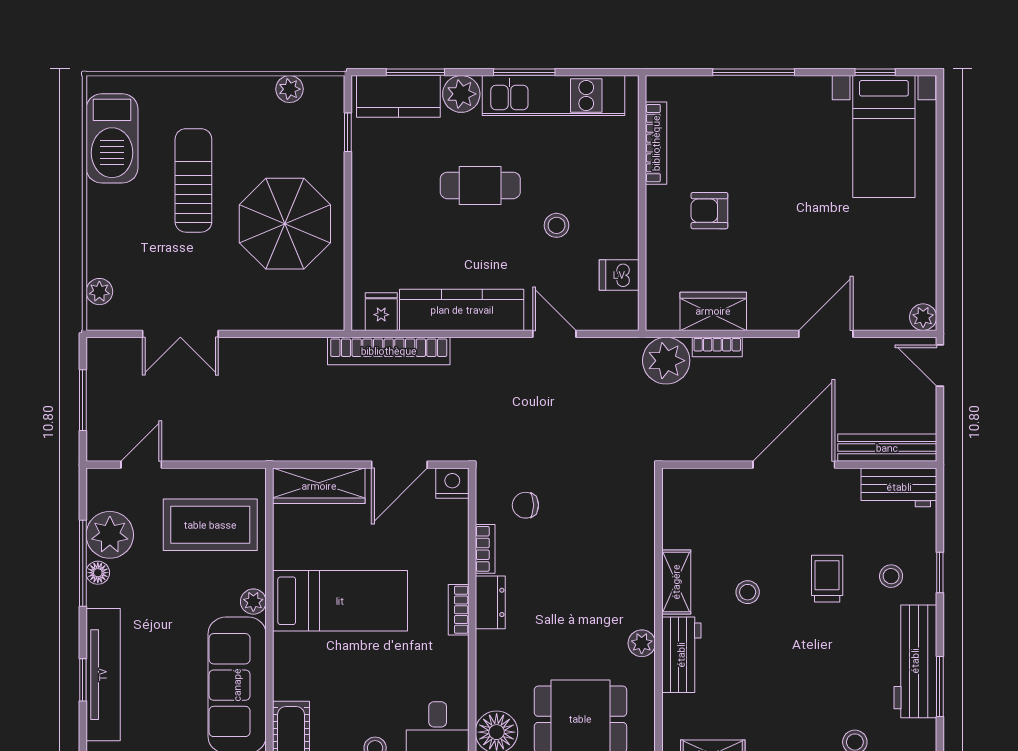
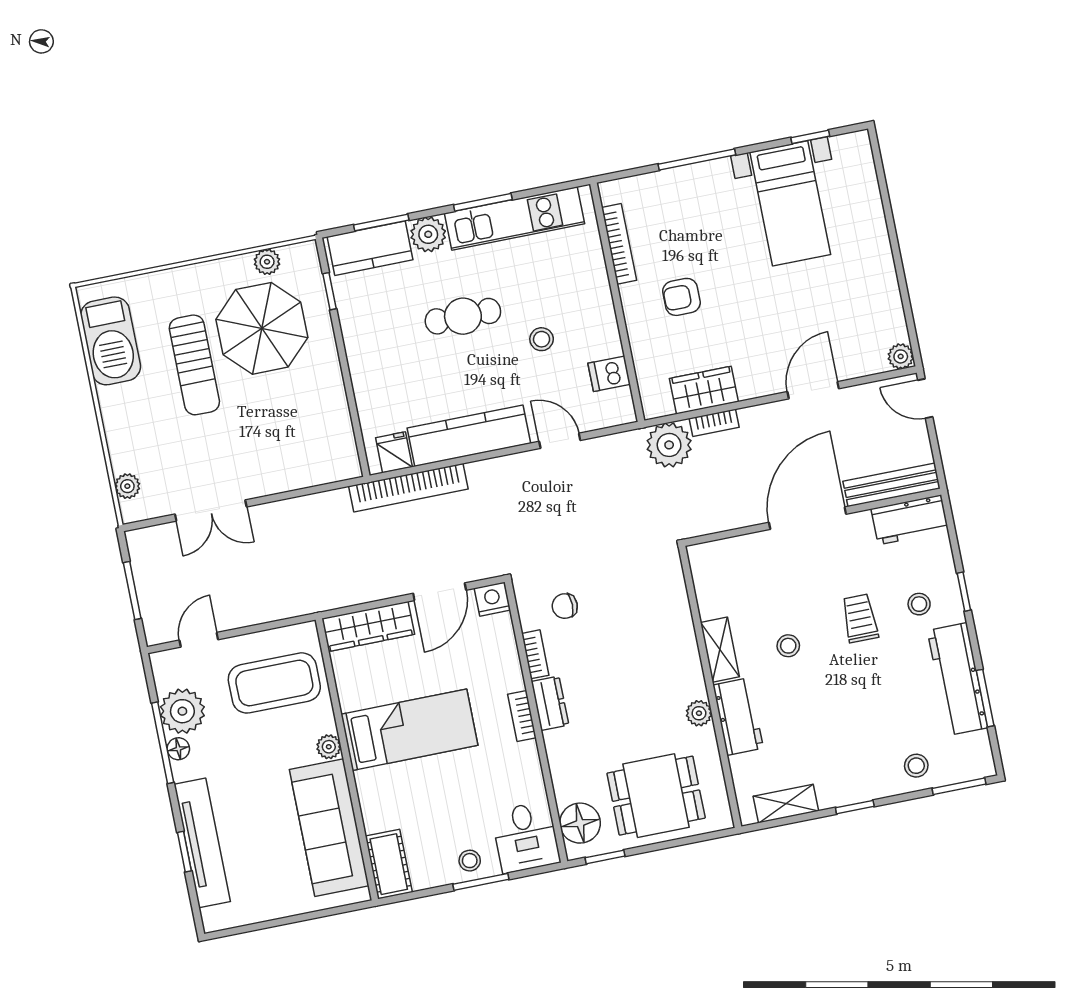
bed with nightstands: (884, 137) -> (790, 203), moved
sun lounger: (193, 180) -> (194, 365), turned 180
parasol: (285, 224) -> (262, 328), moved

